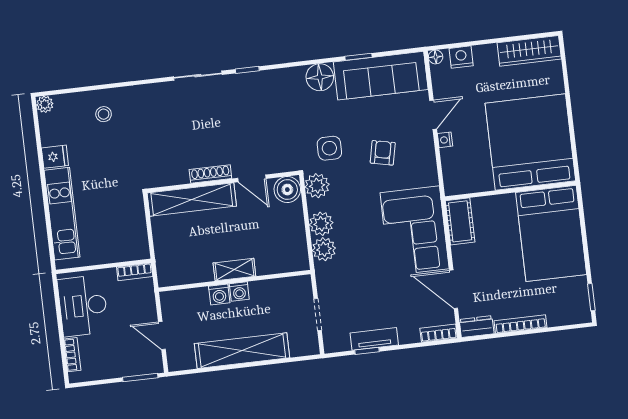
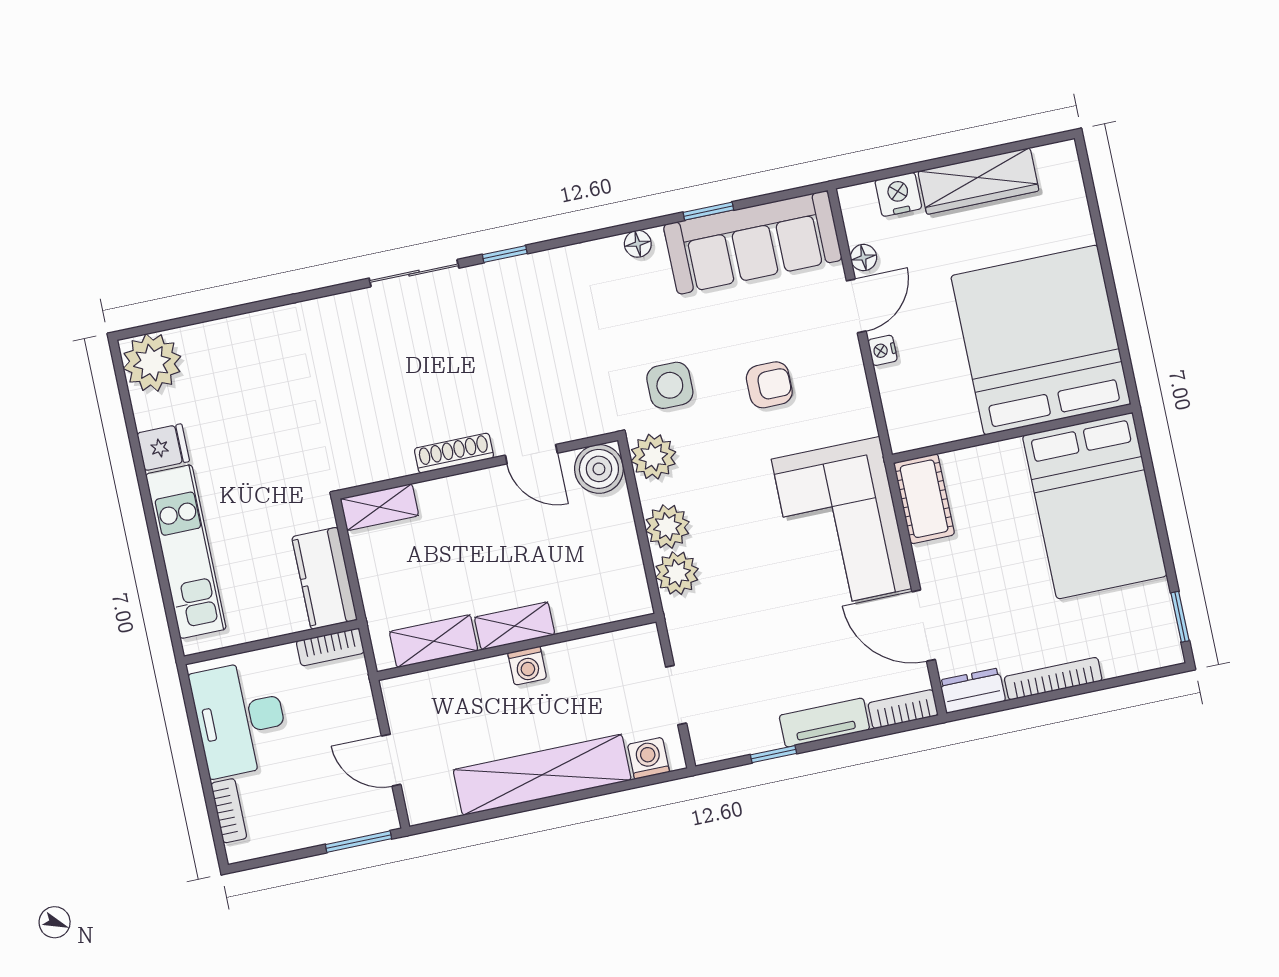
wardrobe: (529, 51) -> (978, 181), moved
floor lamp: (436, 57) -> (864, 258), moved
floor lamp: (320, 77) -> (638, 244), width x0.53, depth x0.53
plant: (45, 104) -> (152, 363), width x1.88, depth x1.88
stool: (104, 114) -> (246, 360), removed
armchair: (383, 153) -> (769, 385), turned 78
shelving: (192, 199) -> (379, 507), width x0.45, depth x0.75
kitchen counter: (135, 235) -> (325, 578), added
shelving: (190, 274) -> (434, 641), added
washing machine: (219, 295) -> (648, 758), moved, turned 180
tv unit: (374, 339) -> (824, 723), moved

